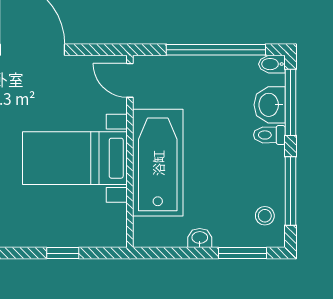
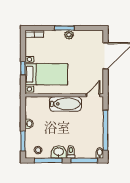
washbasin: (270, 105) -> (59, 152), moved
bed with nightstands: (75, 158) -> (46, 74), moved, turned 90
bathtub: (158, 163) -> (65, 104), width x0.73, depth x0.73

